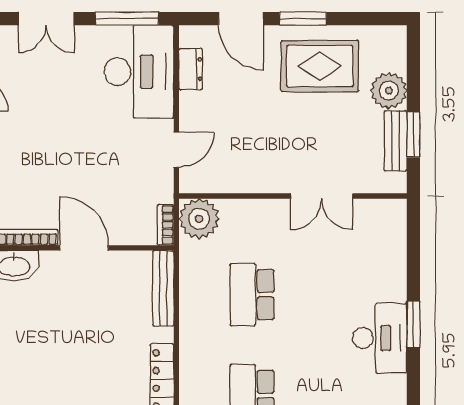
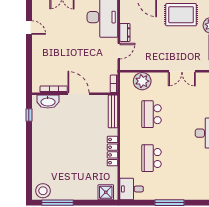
dresser: (191, 69) -> (125, 32), moved
plant: (199, 219) -> (142, 81), moved

